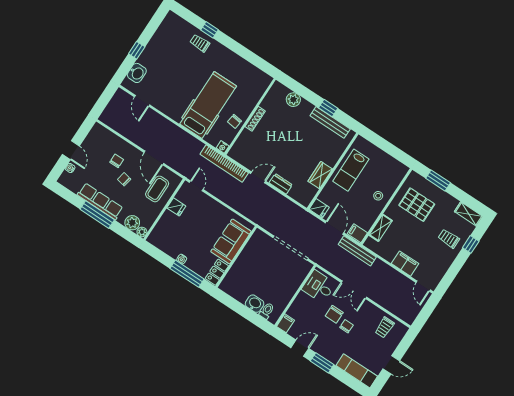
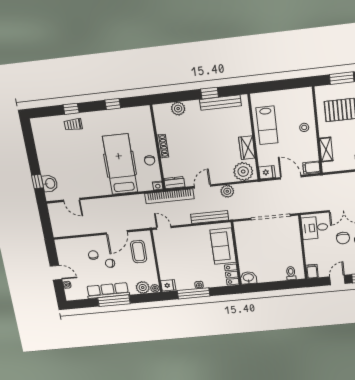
window: (137, 50) -> (37, 181), moved
window: (246, 54) -> (113, 104), added
door: (154, 158) -> (117, 232), hinge flipped
dresser: (281, 184) -> (174, 183), moved
plant: (301, 192) -> (243, 172), added
plant: (274, 198) -> (227, 191), added
fridge: (176, 207) -> (168, 285), moved
bench: (357, 251) -> (210, 217), moved
window: (187, 274) -> (194, 293), moved
washbasin: (255, 304) -> (248, 278), moved

